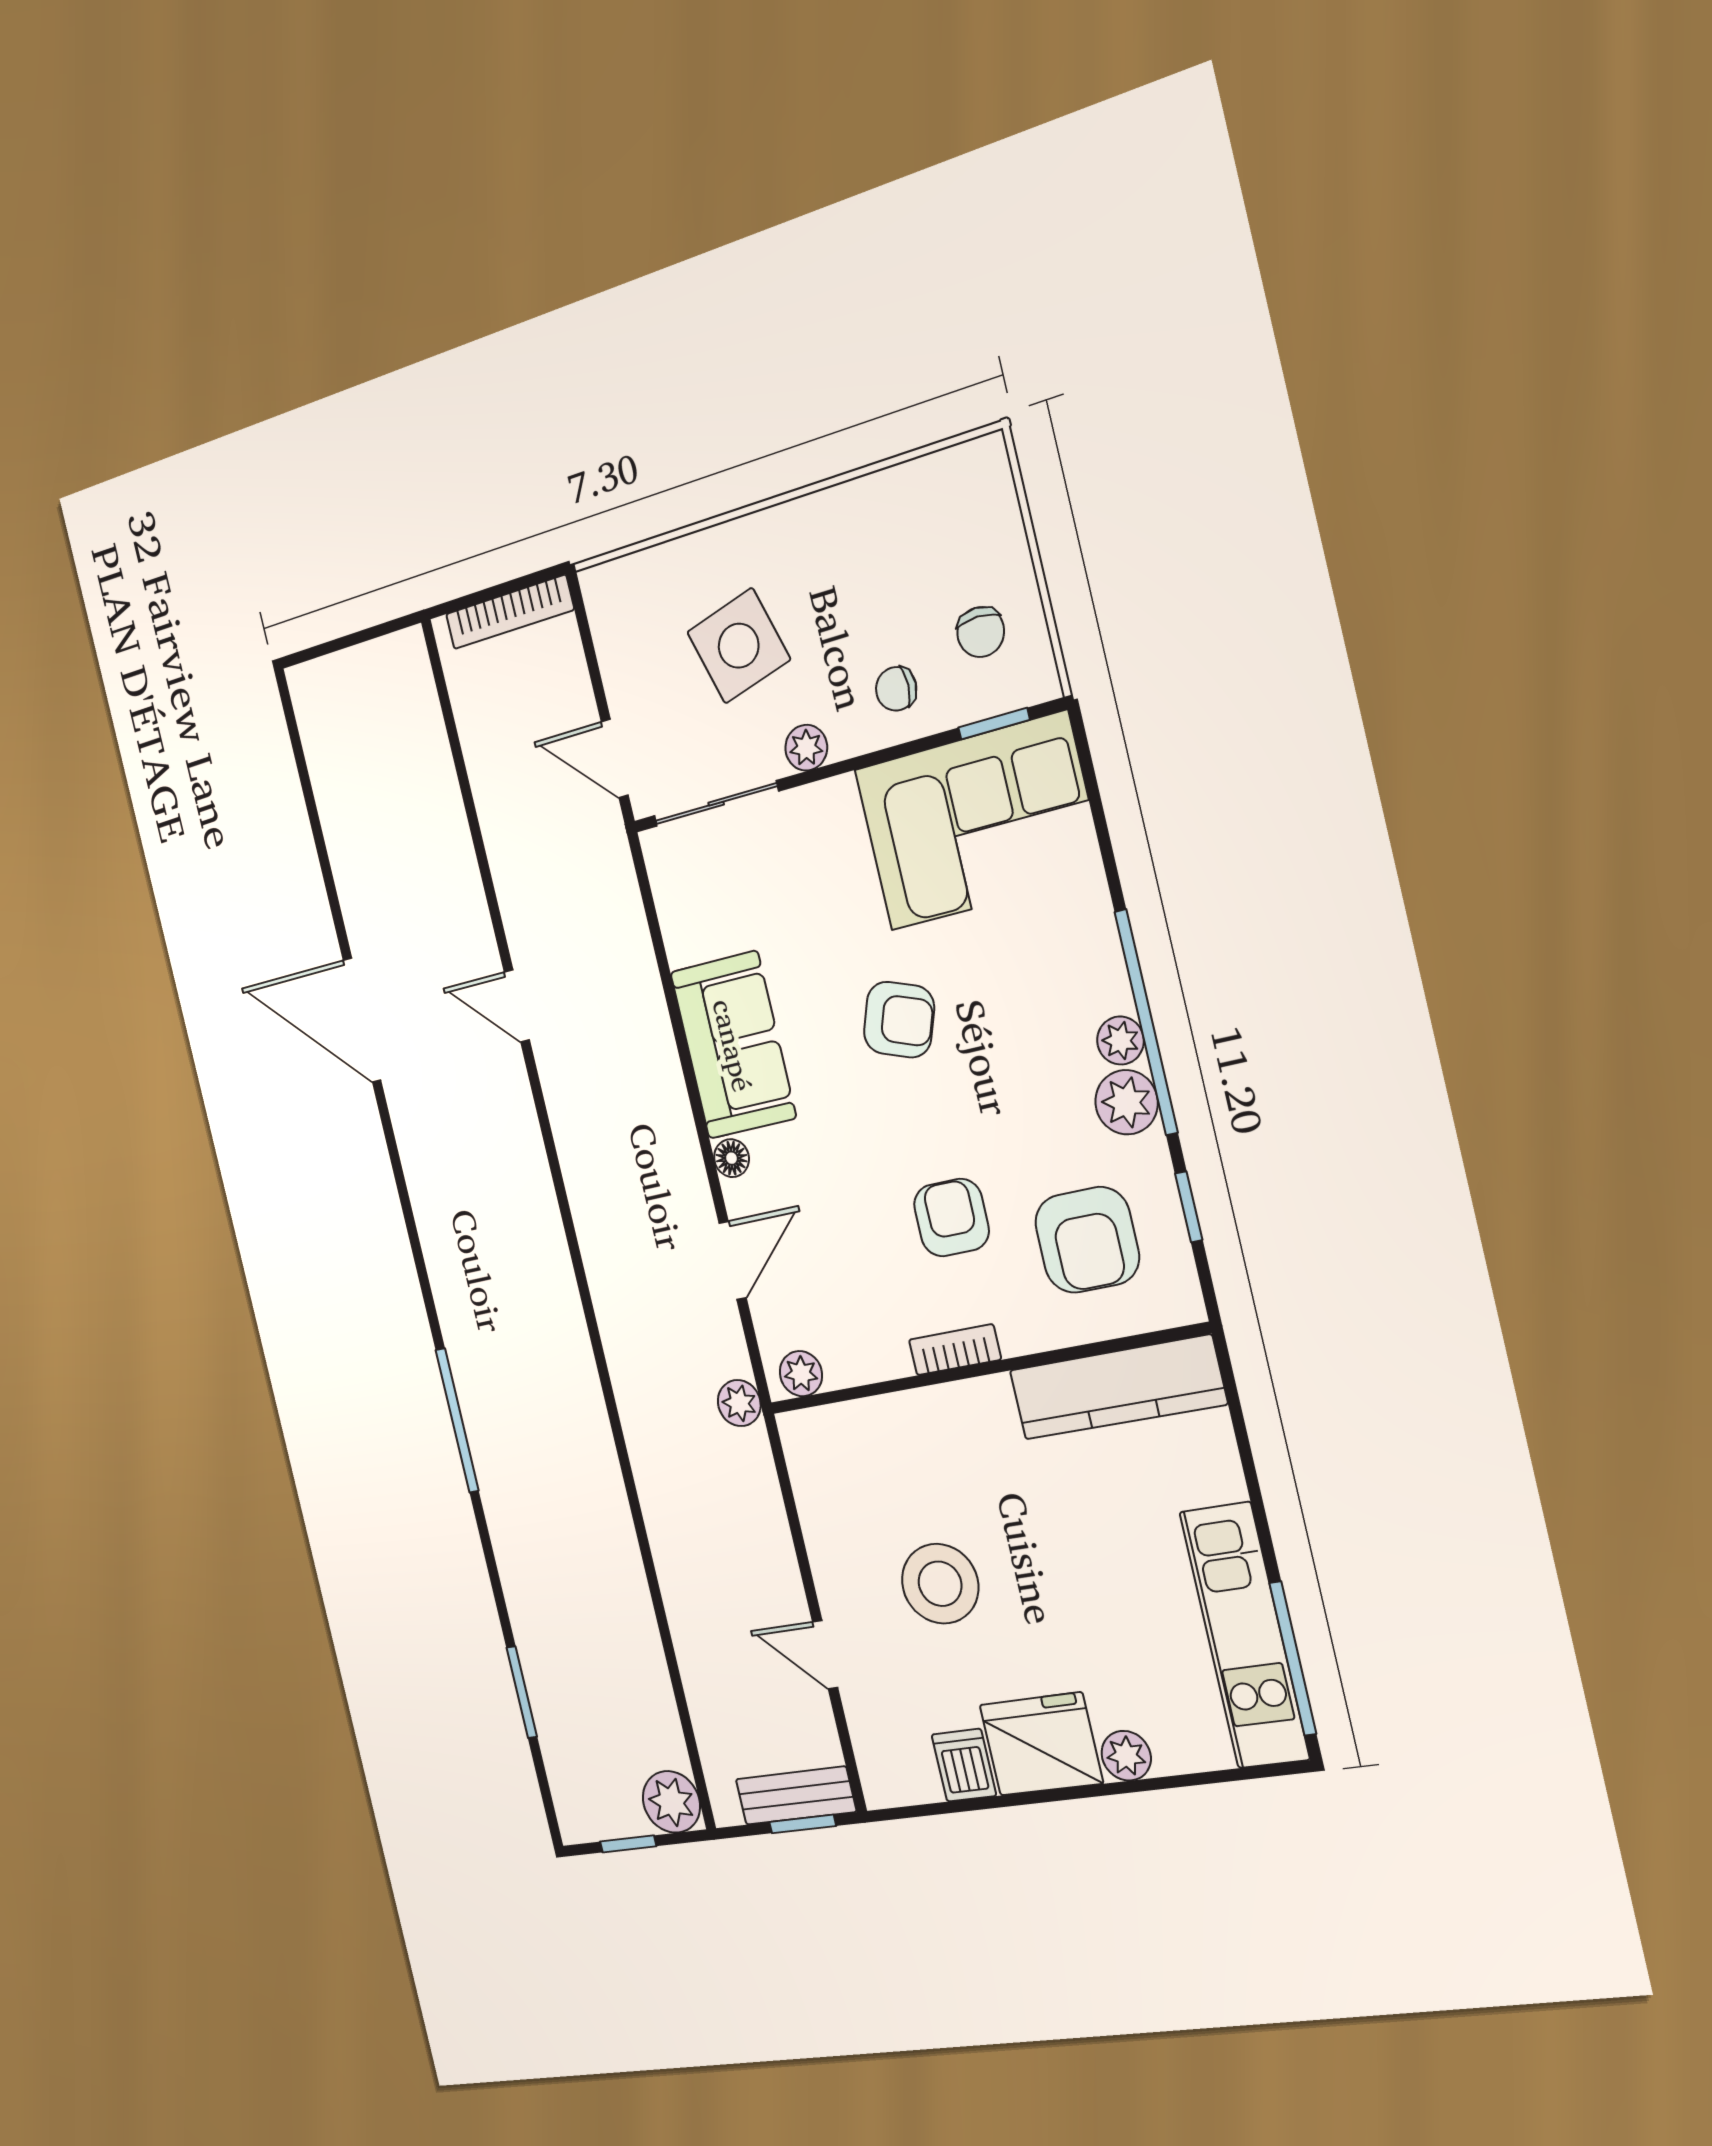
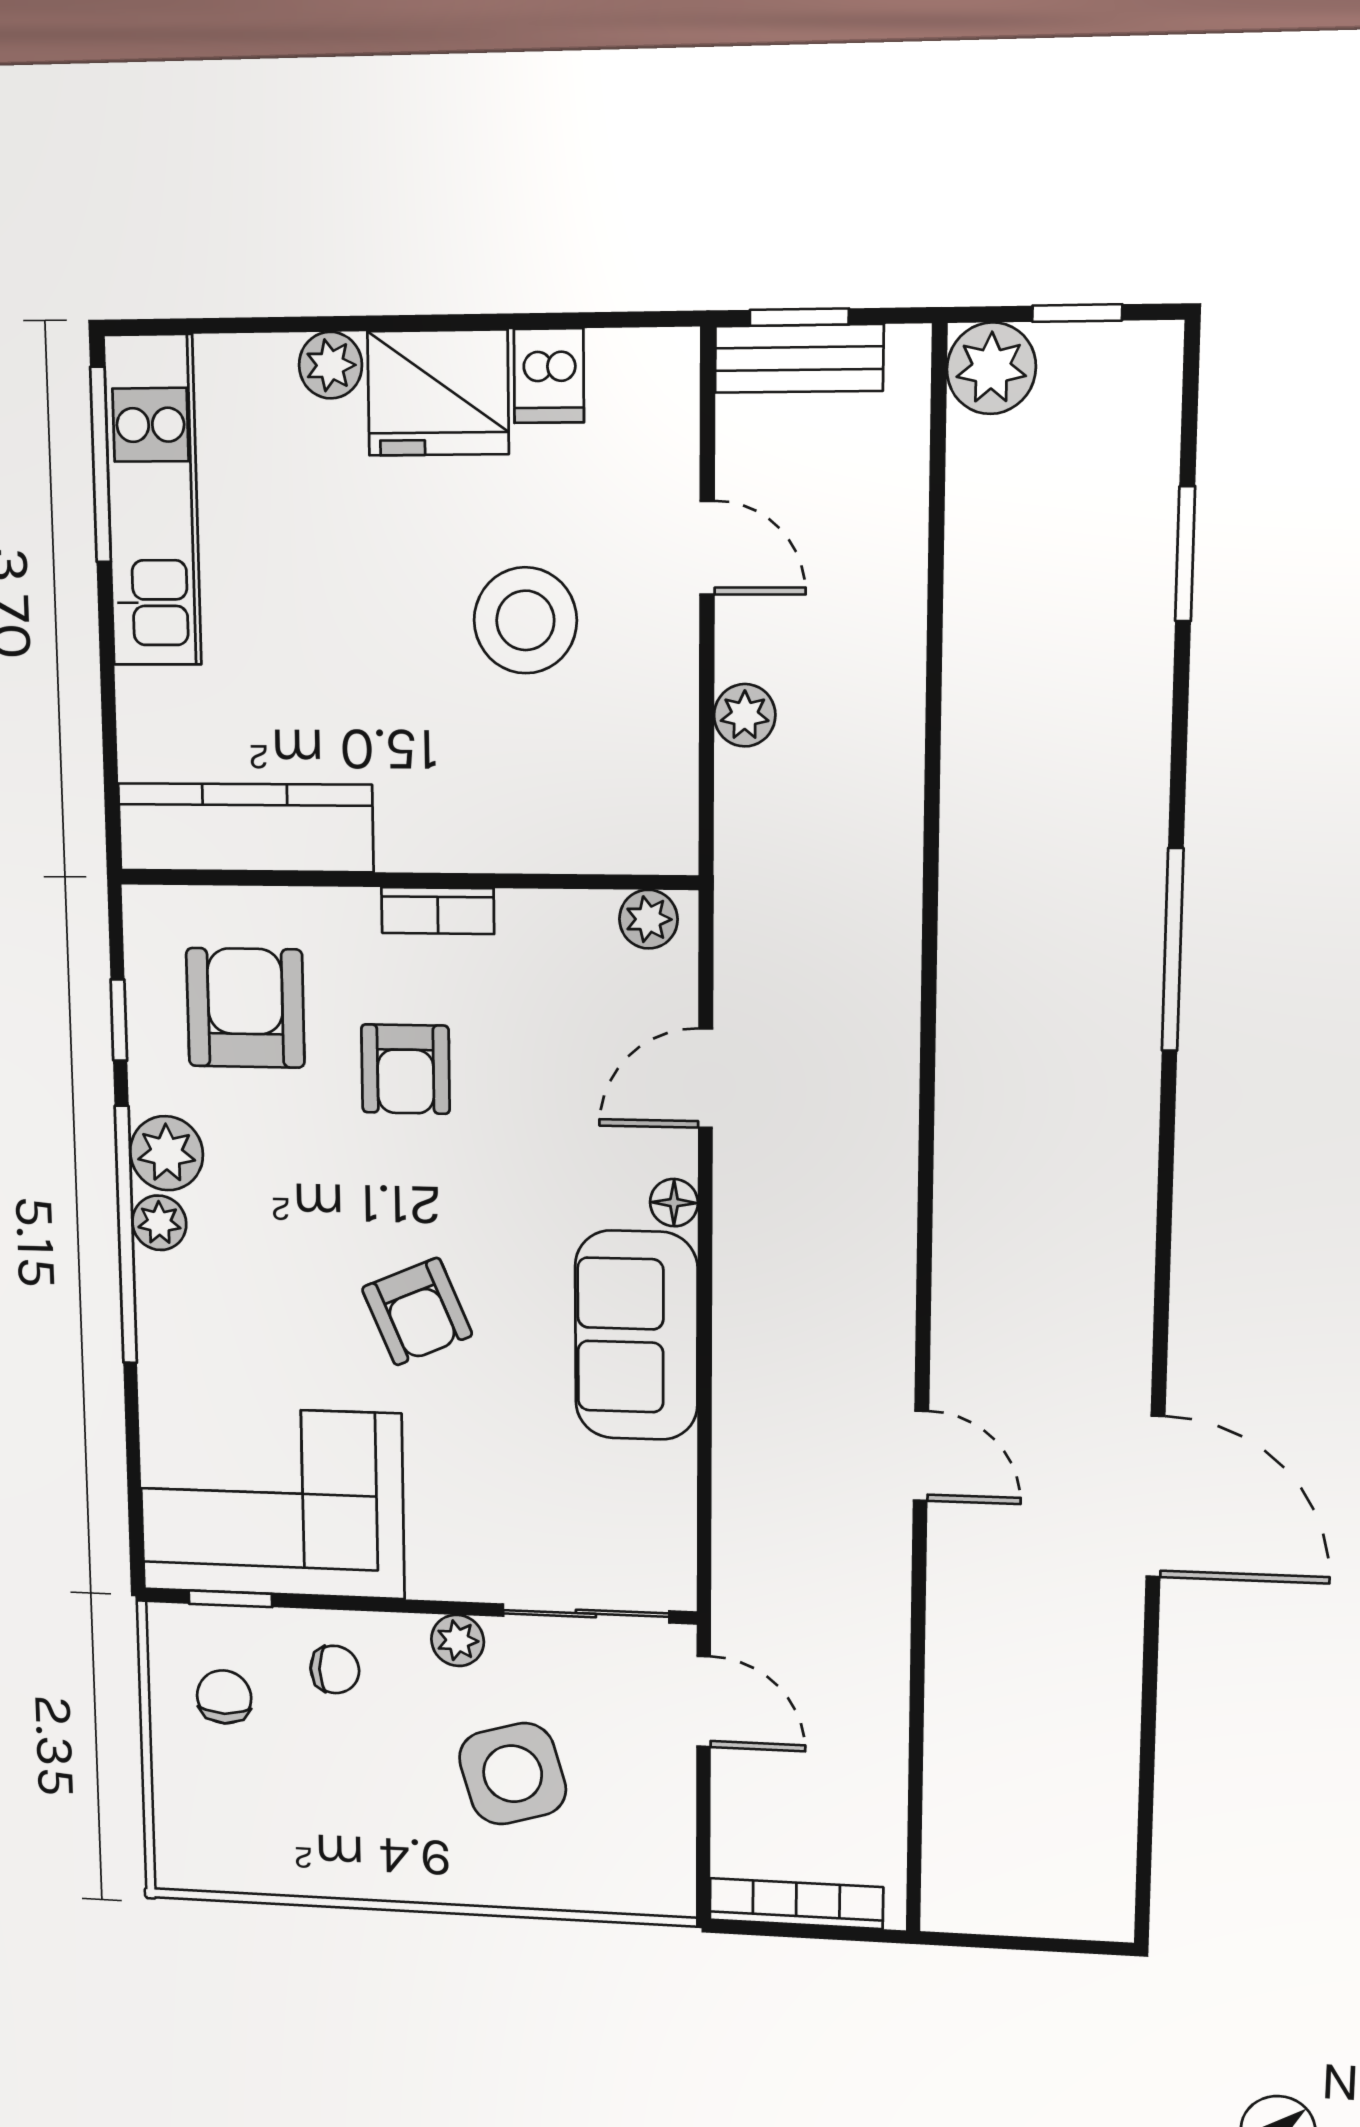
armchair: (899, 1020) -> (417, 1312), turned -133
plant: (739, 1403) -> (745, 715), moved

